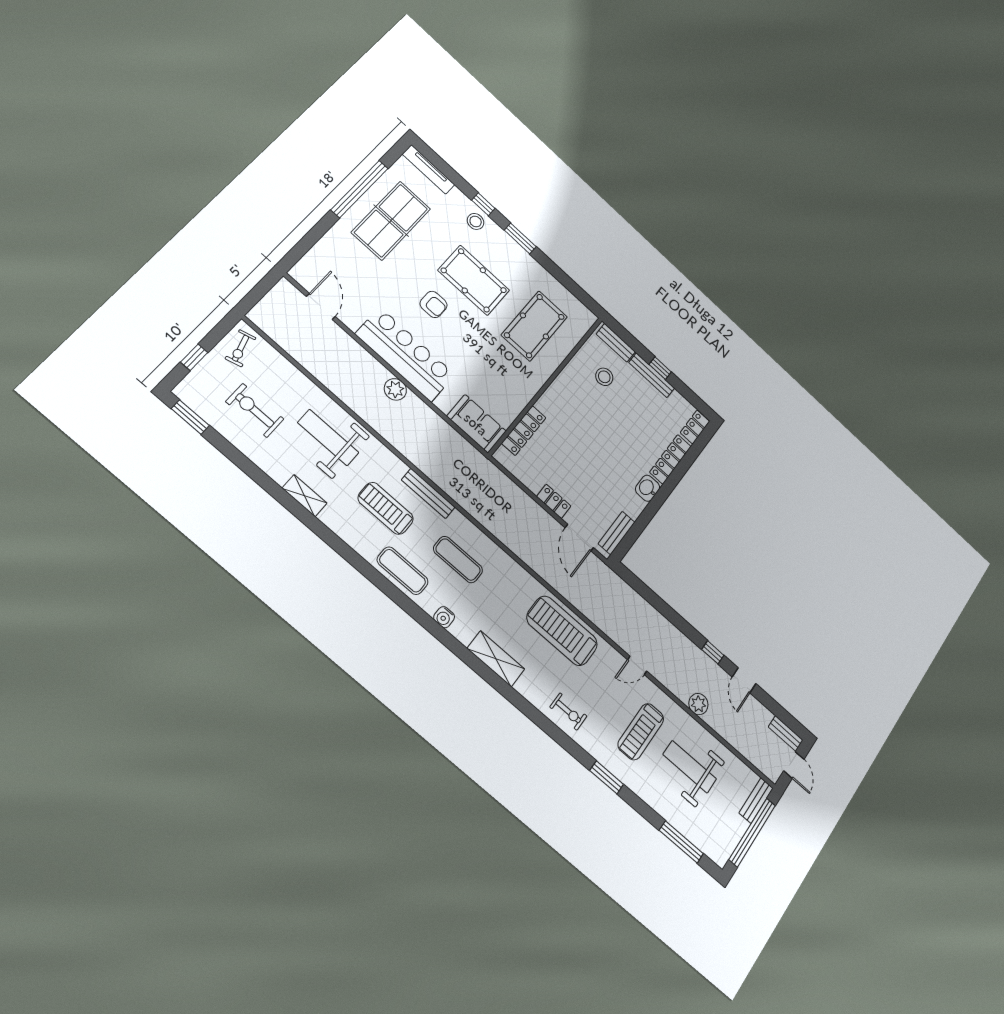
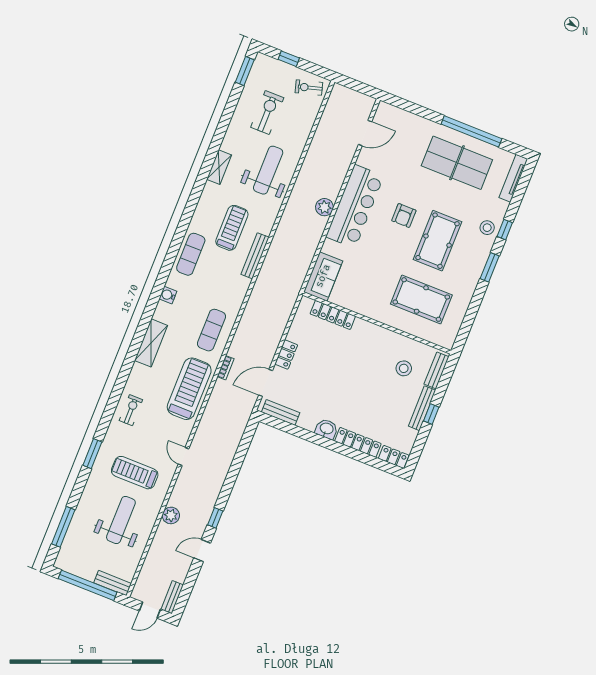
exercise mat: (458, 560) -> (211, 330), moved
bookcase: (550, 578) -> (226, 368), added
exercise bike: (568, 712) -> (131, 410), turned 180

